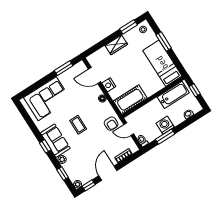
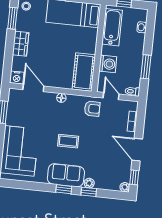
door: (95, 75) -> (33, 88), swing flipped
nightstand: (109, 85) -> (17, 78), moved
washing machine: (165, 125) -> (108, 64), moved, turned 180
door: (129, 129) -> (111, 96), swing flipped
window: (63, 173) -> (89, 192), moved

